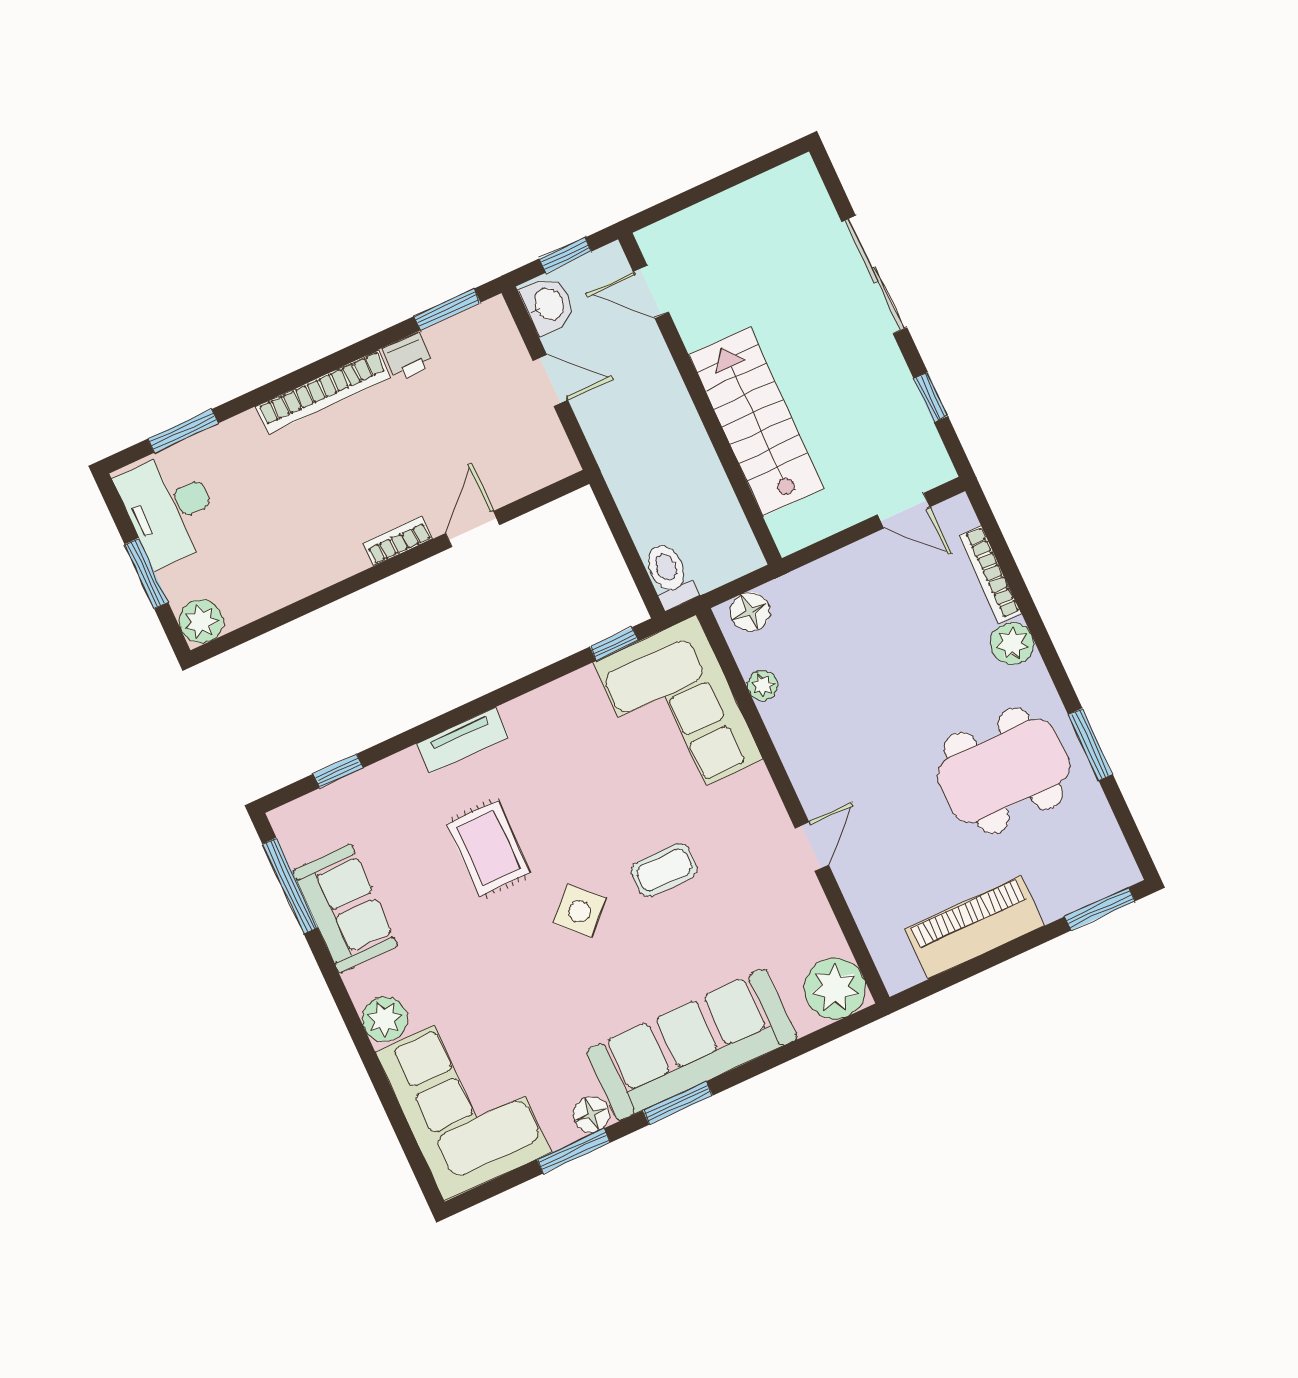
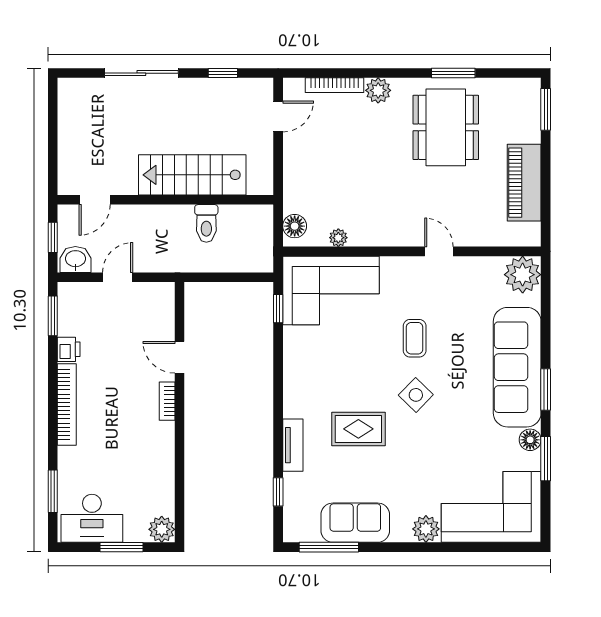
toilet: (670, 575) -> (206, 223), moved, turned -90
tv unit: (463, 740) -> (293, 445), moved

